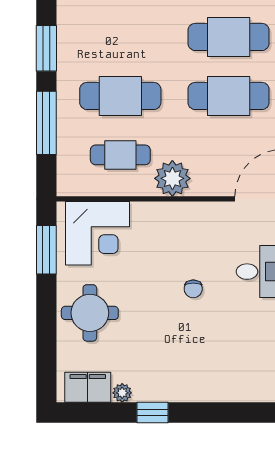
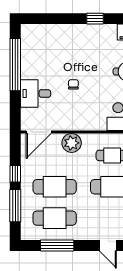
plant: (172, 178) -> (72, 143), moved
plant: (122, 393) -> (111, 29), removed

